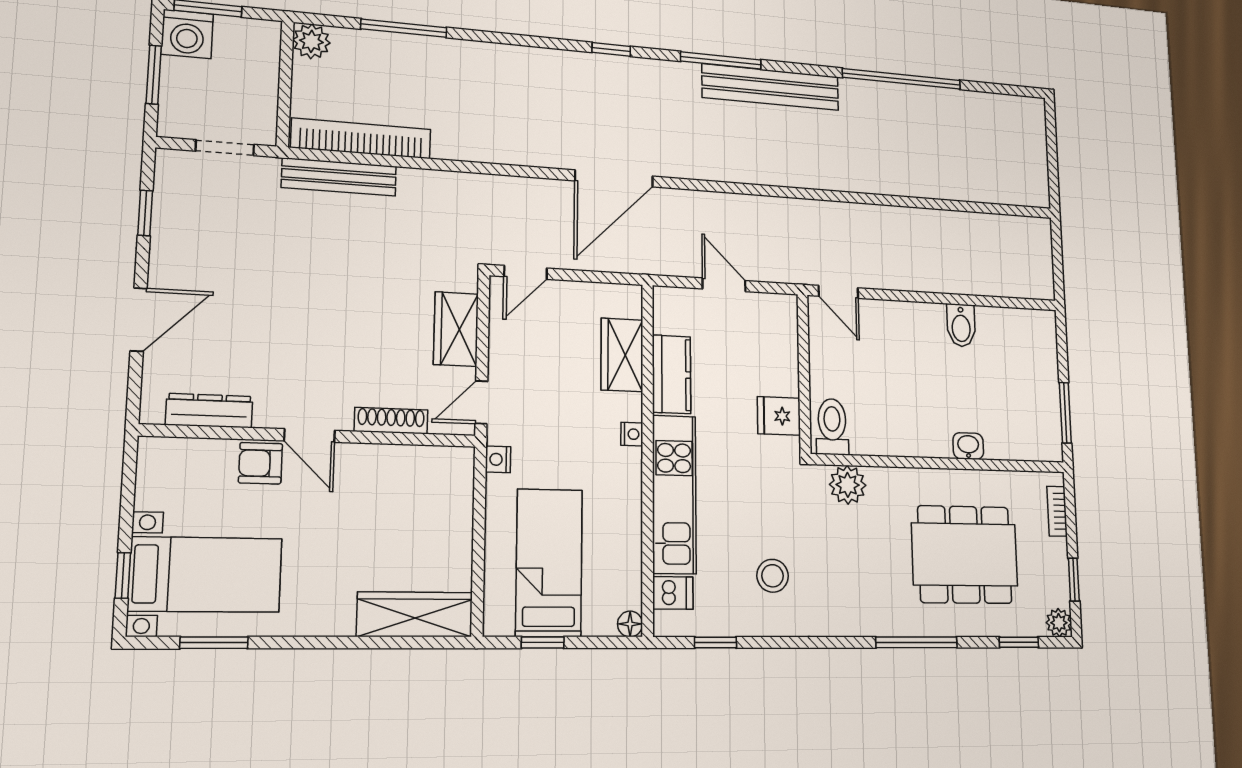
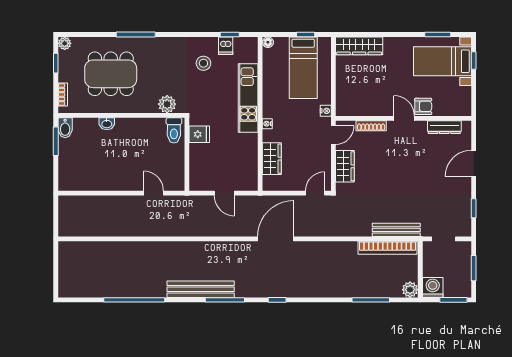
washing machine: (187, 34) -> (433, 287), moved
door: (838, 292) -> (154, 193), moved
bidet: (961, 325) -> (65, 128), moved, turned 180
kitchen counter: (672, 374) -> (249, 151), removed
dishwasher: (673, 593) -> (226, 46), moved, turned -90
window: (1019, 642) -> (85, 34), removed

